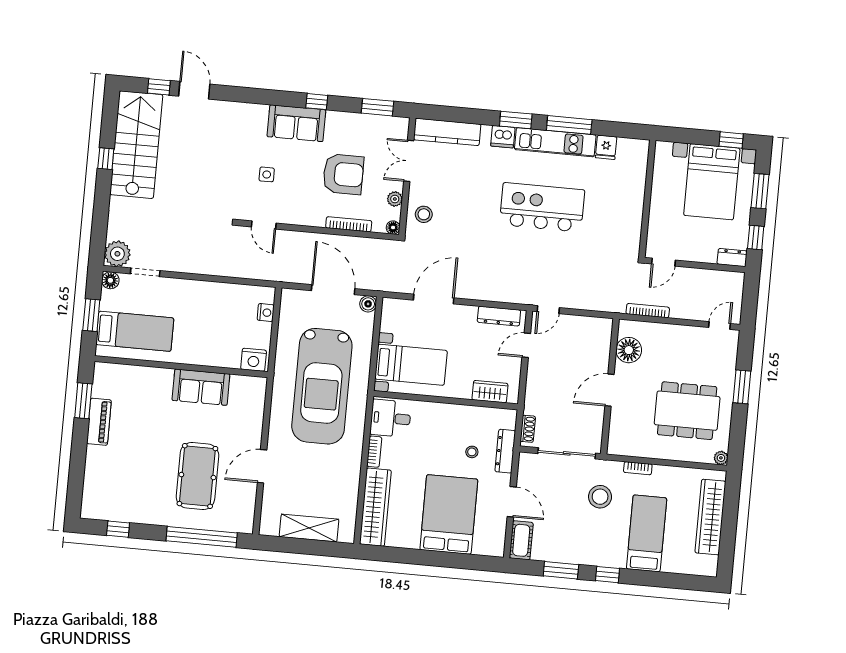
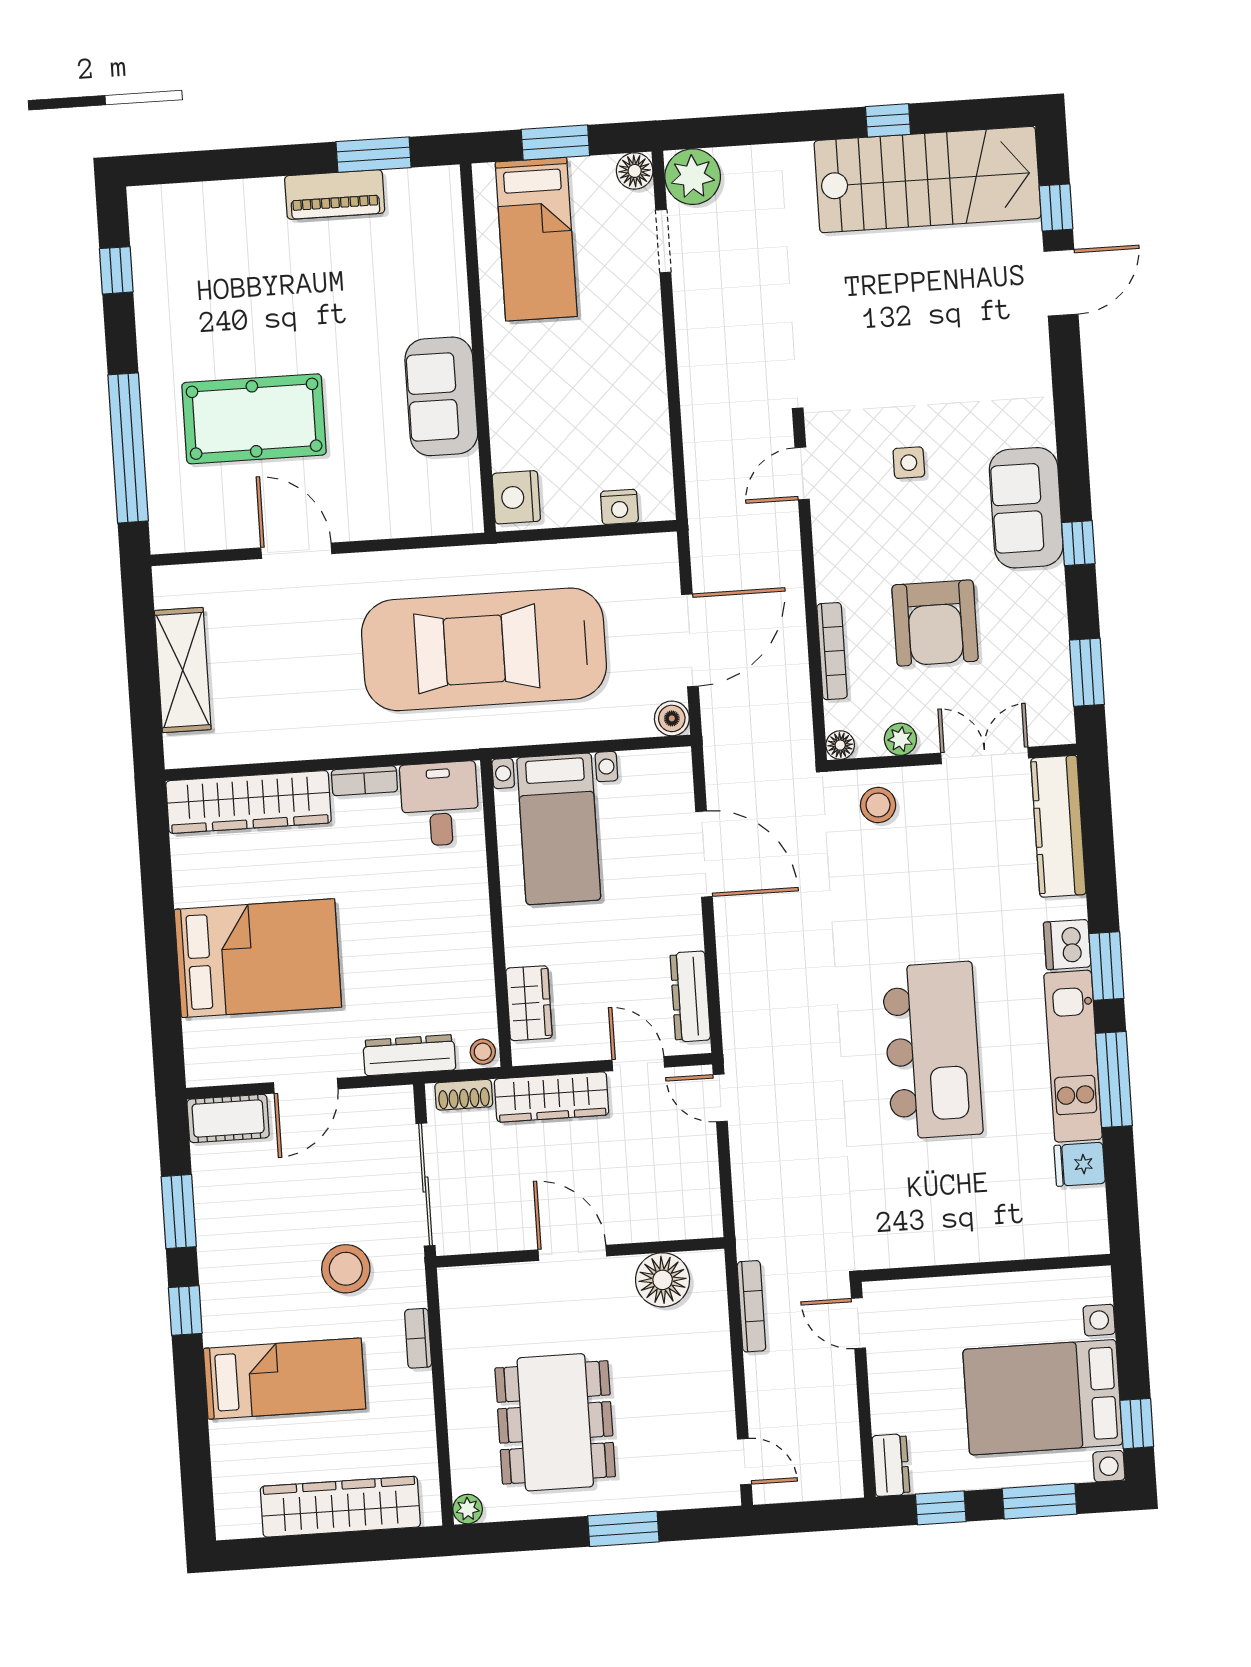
wardrobe: (535, 388) -> (552, 1097), added
stool: (472, 452) -> (483, 1052), moved

